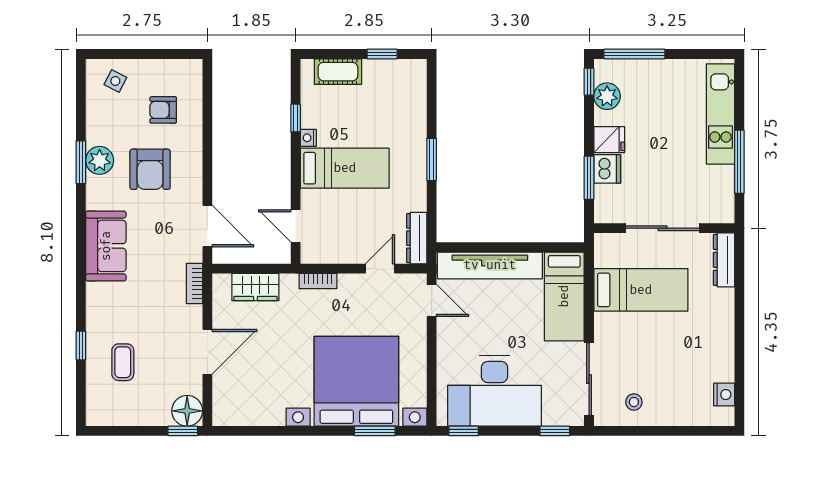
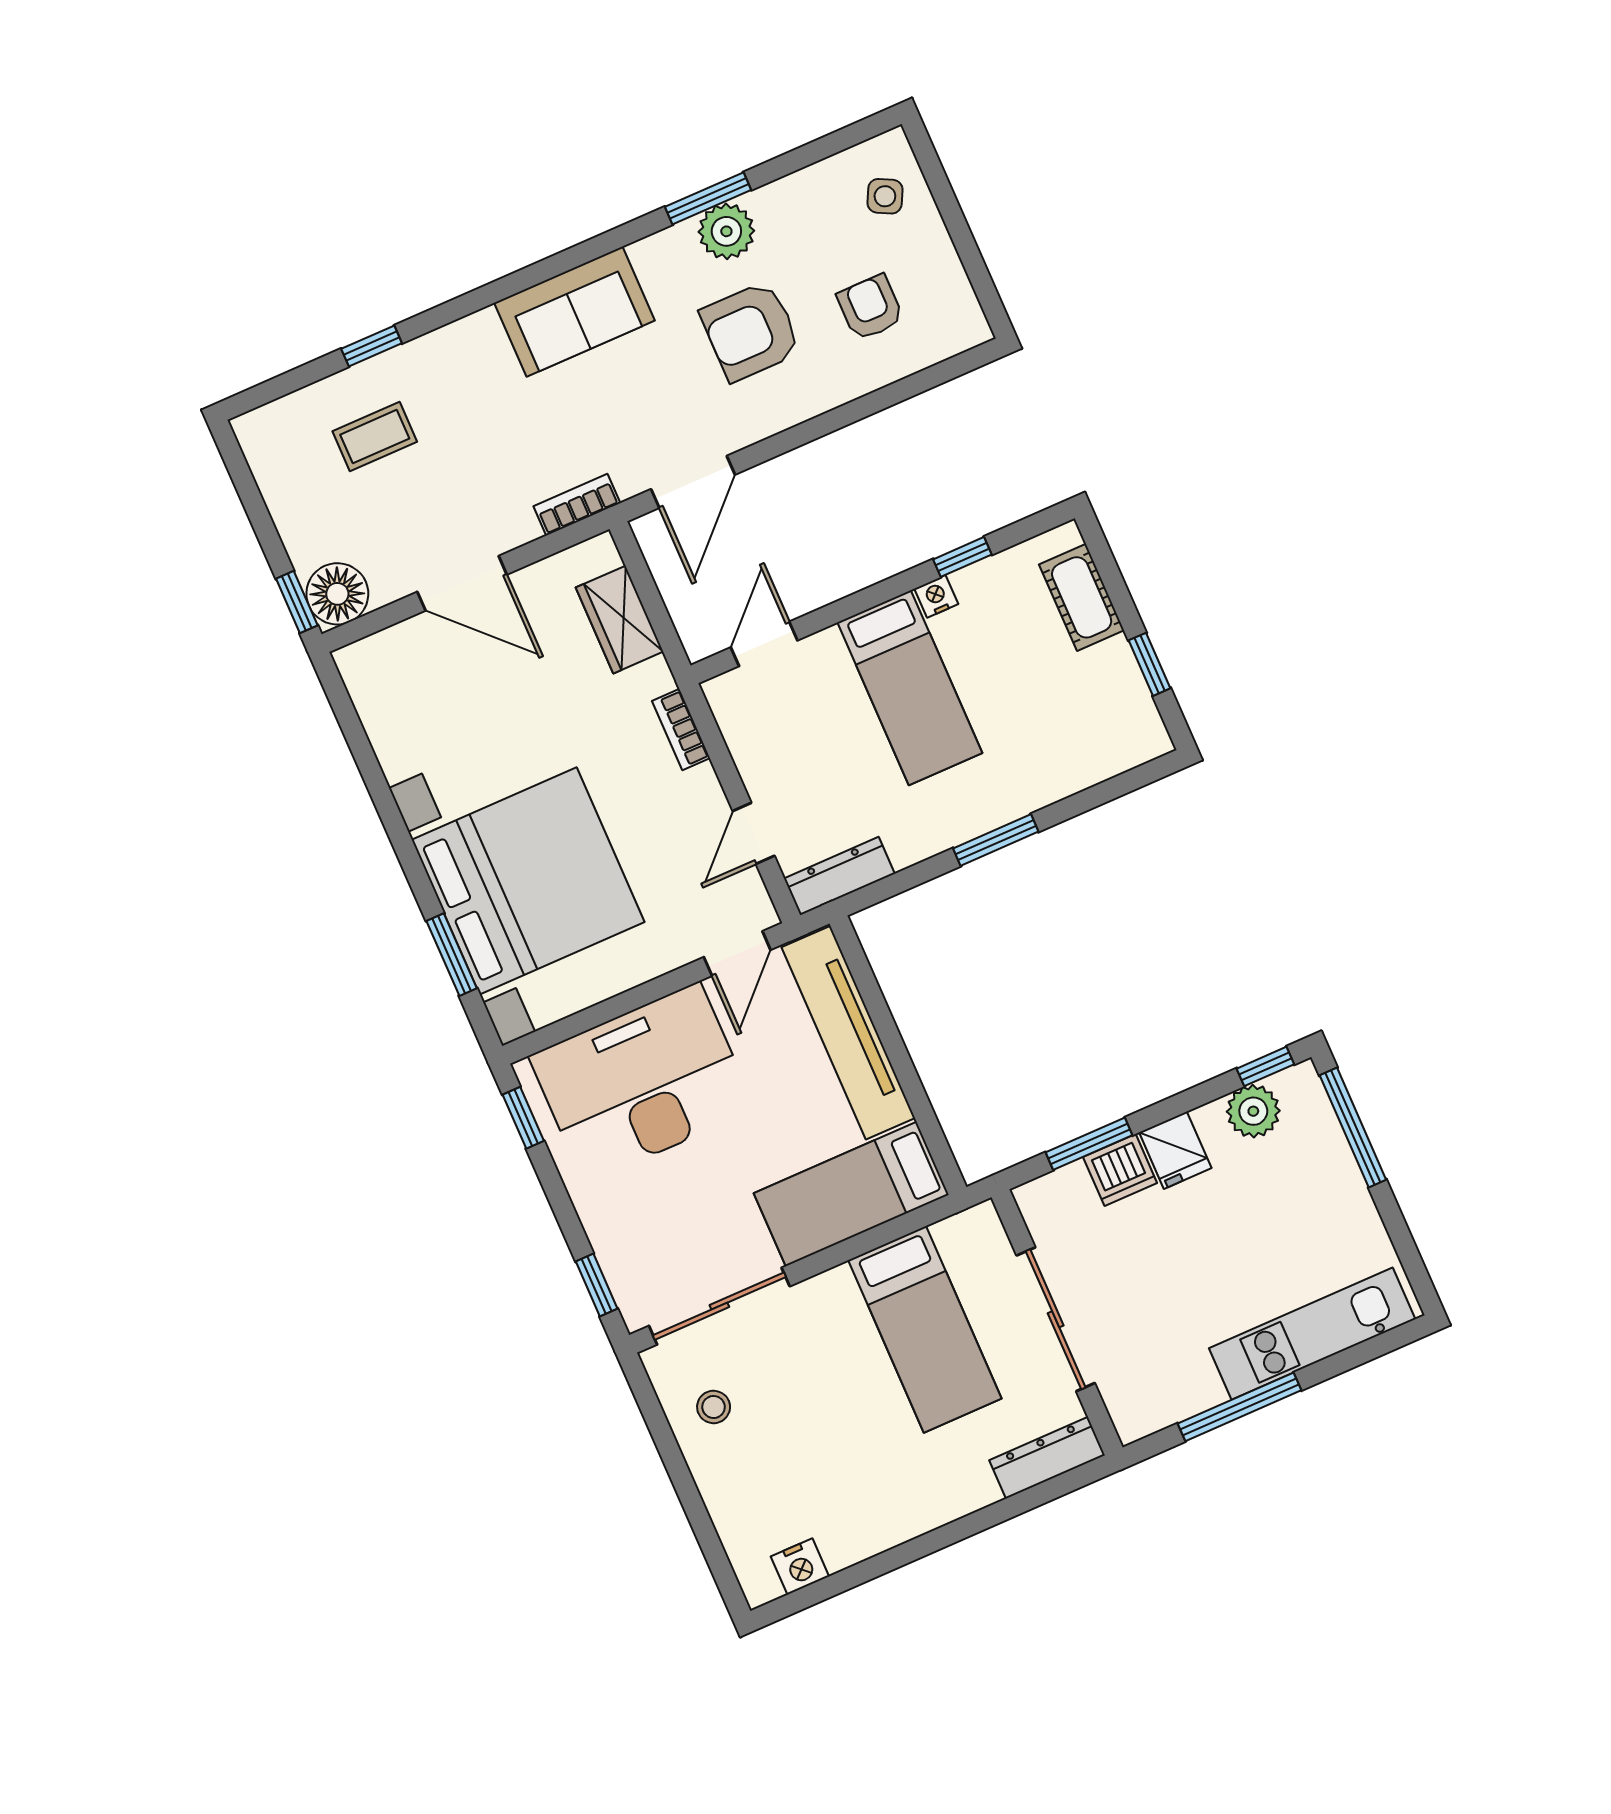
door: (380, 269) -> (754, 833), swing flipped
desk: (494, 391) -> (642, 1083), moved, turned 90

